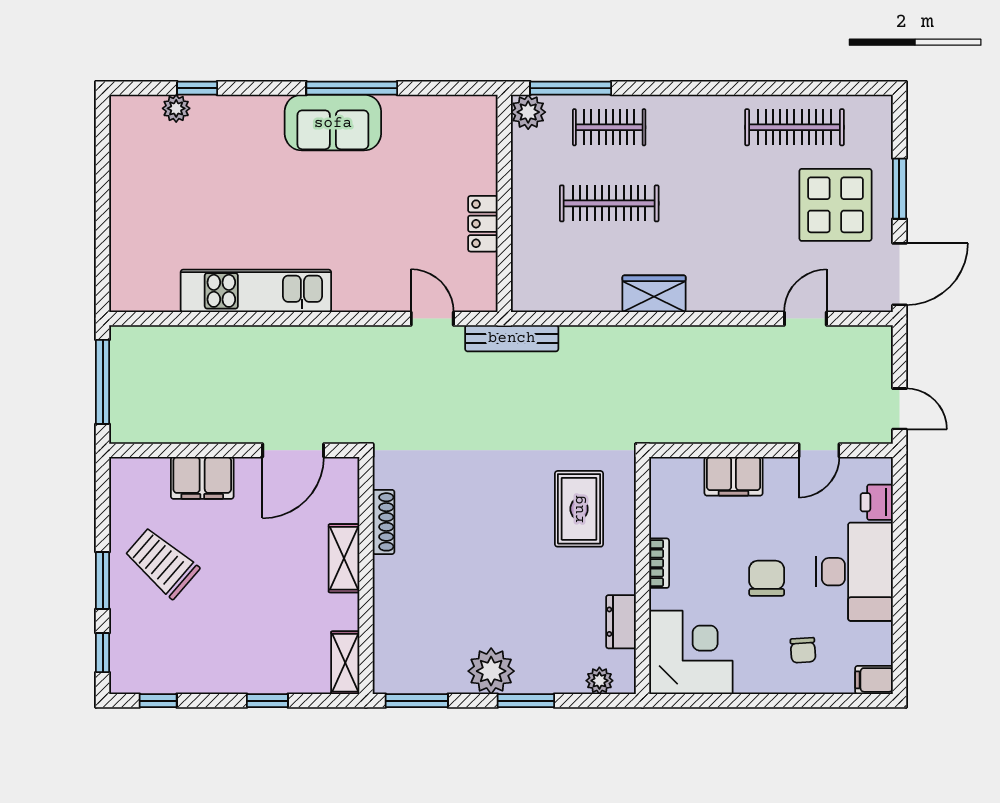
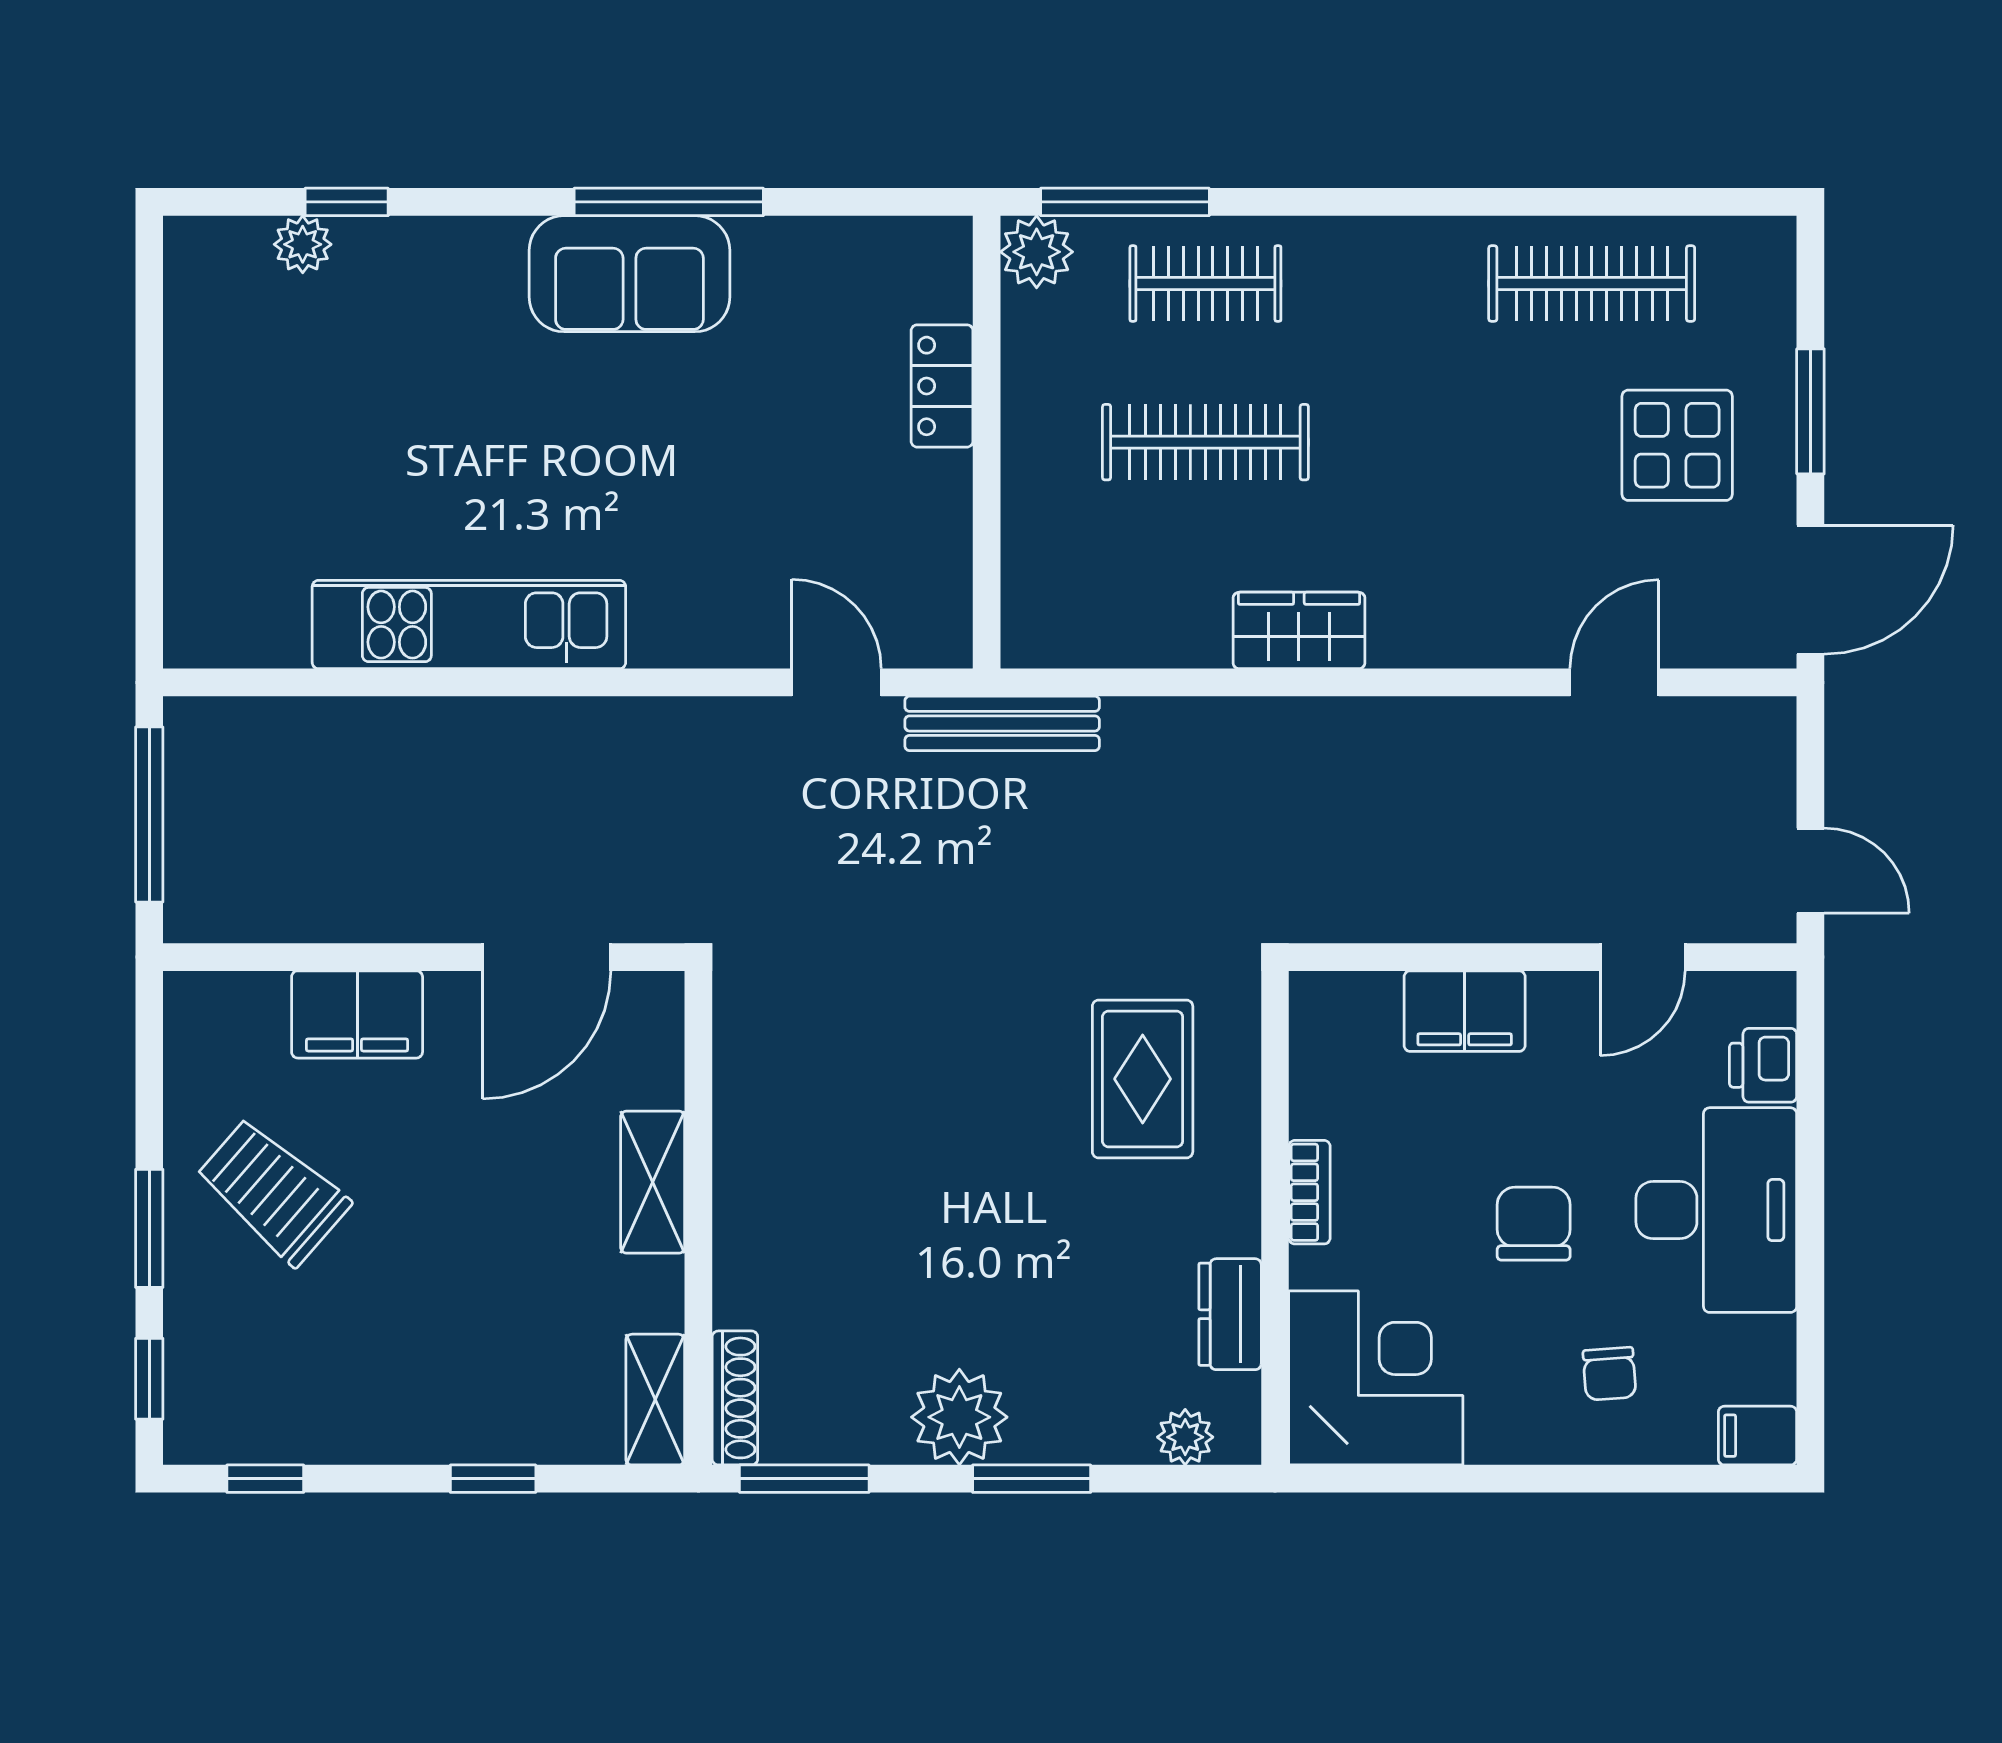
display table: (835, 205) -> (1677, 445), width x0.73, depth x0.73
locker: (483, 224) -> (942, 386), moved
shoe rack: (383, 522) -> (735, 1398), moved

